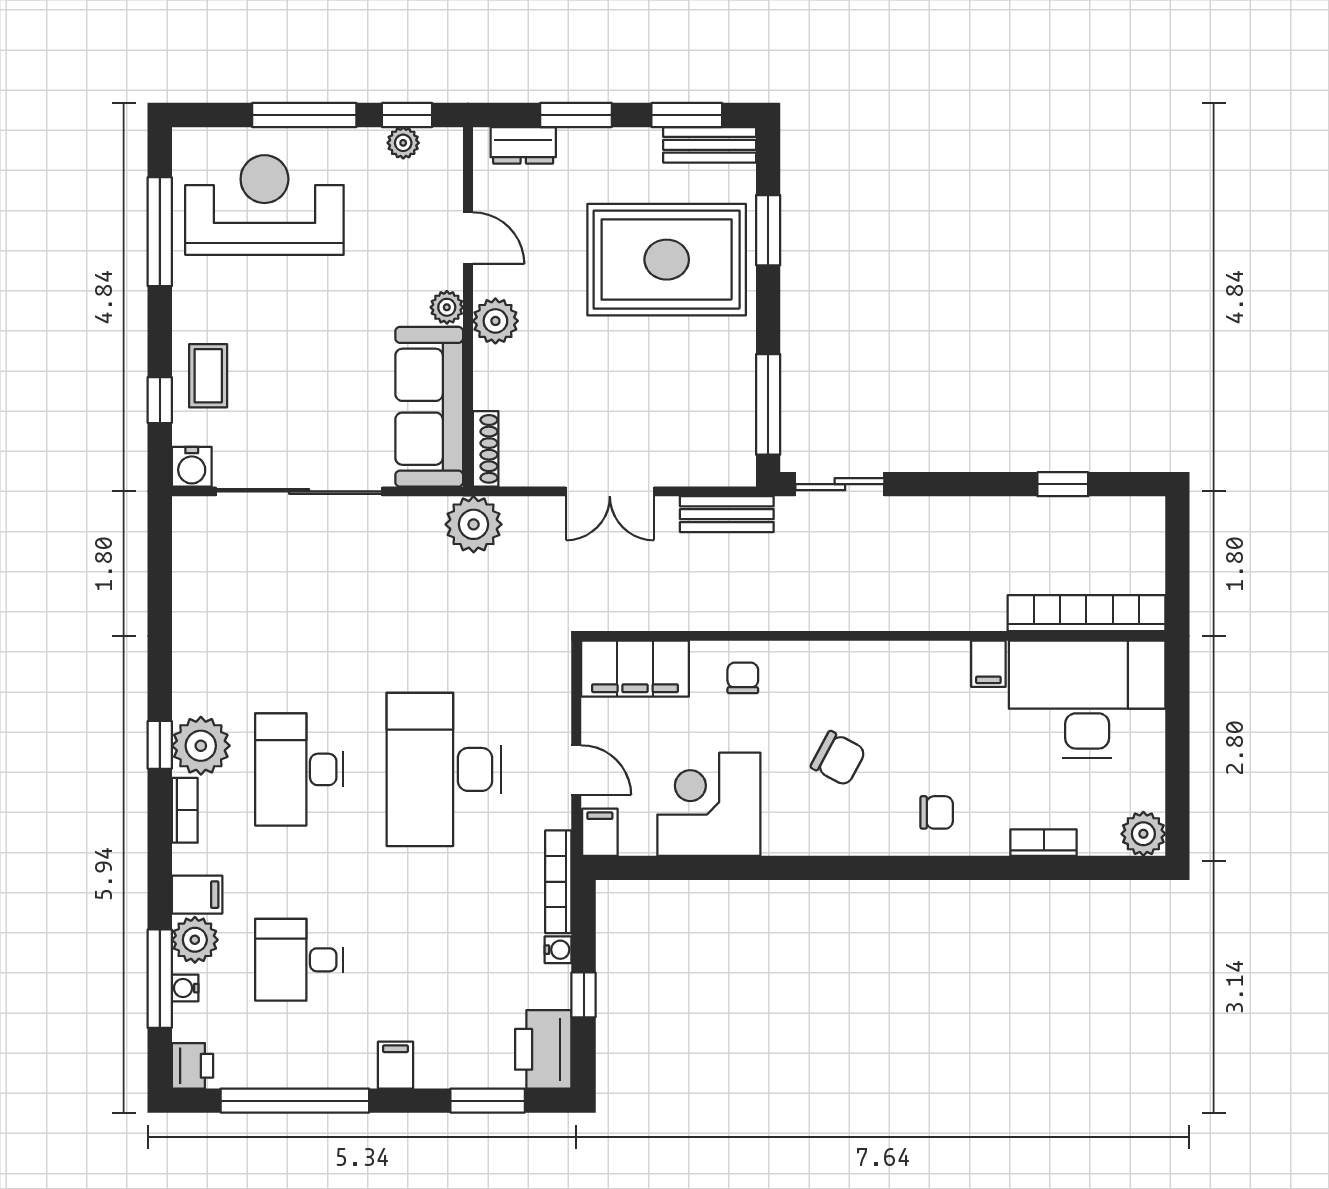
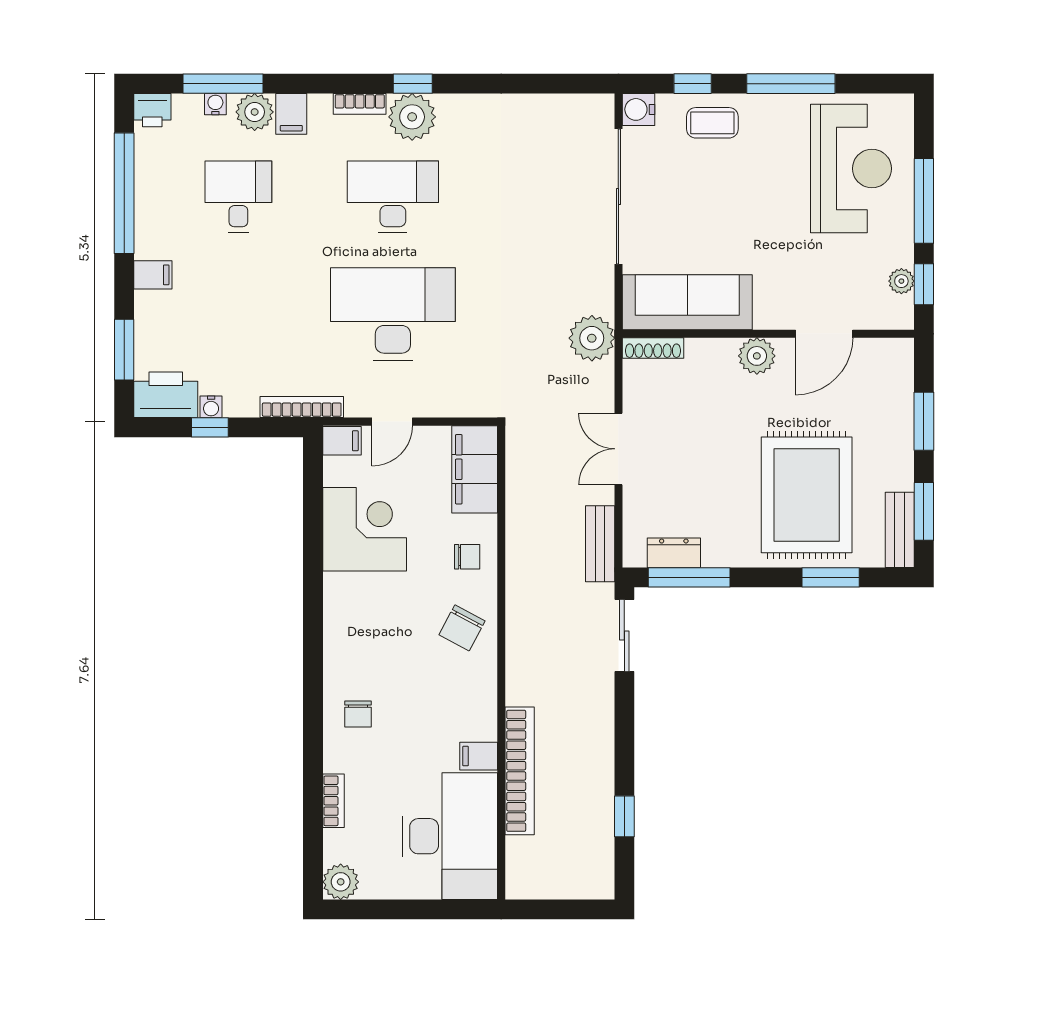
dresser: (523, 145) -> (674, 553), moved, turned 90
window: (160, 232) -> (791, 84), moved
door: (468, 238) -> (824, 334), width x1.38
plant: (447, 307) -> (768, 317), removed
bookcase: (1086, 613) -> (520, 771), moved
chair: (838, 758) -> (462, 628), moved
water cooler: (558, 950) -> (211, 407), moved

